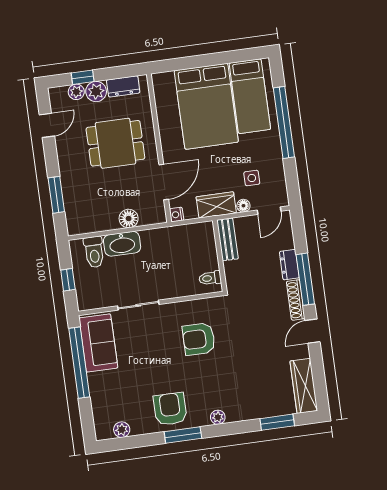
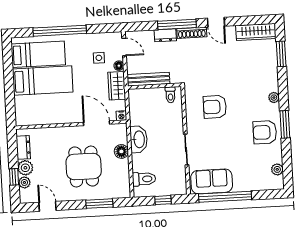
bed: (206, 106) -> (43, 80), width x0.67
dining table: (115, 143) -> (84, 166), moved
bench: (227, 239) -> (148, 79), width x1.36
washbasin: (122, 244) -> (139, 139), moved
armchair: (199, 339) -> (215, 107), turned 90

